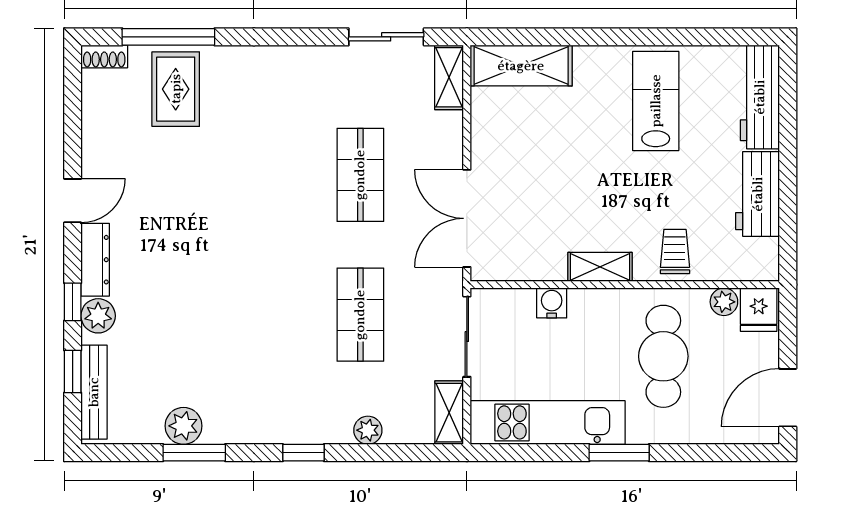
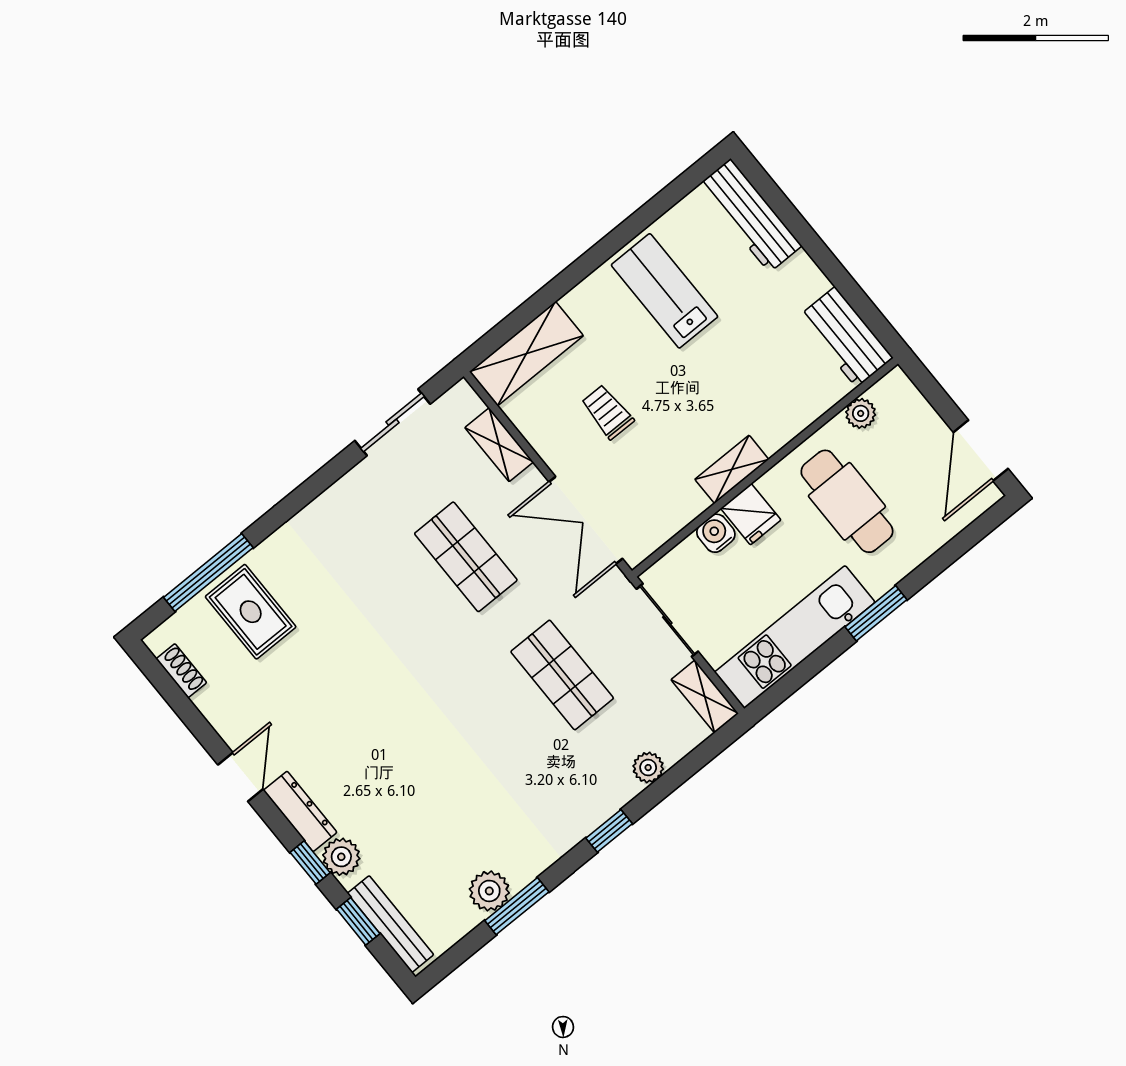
shoe rack: (104, 56) -> (181, 671), moved, turned -90
shelving: (449, 77) -> (499, 445), moved
workbench: (758, 194) -> (846, 337), moved
trolley: (675, 251) -> (607, 412), moved
fridge: (759, 310) -> (751, 514), moved

